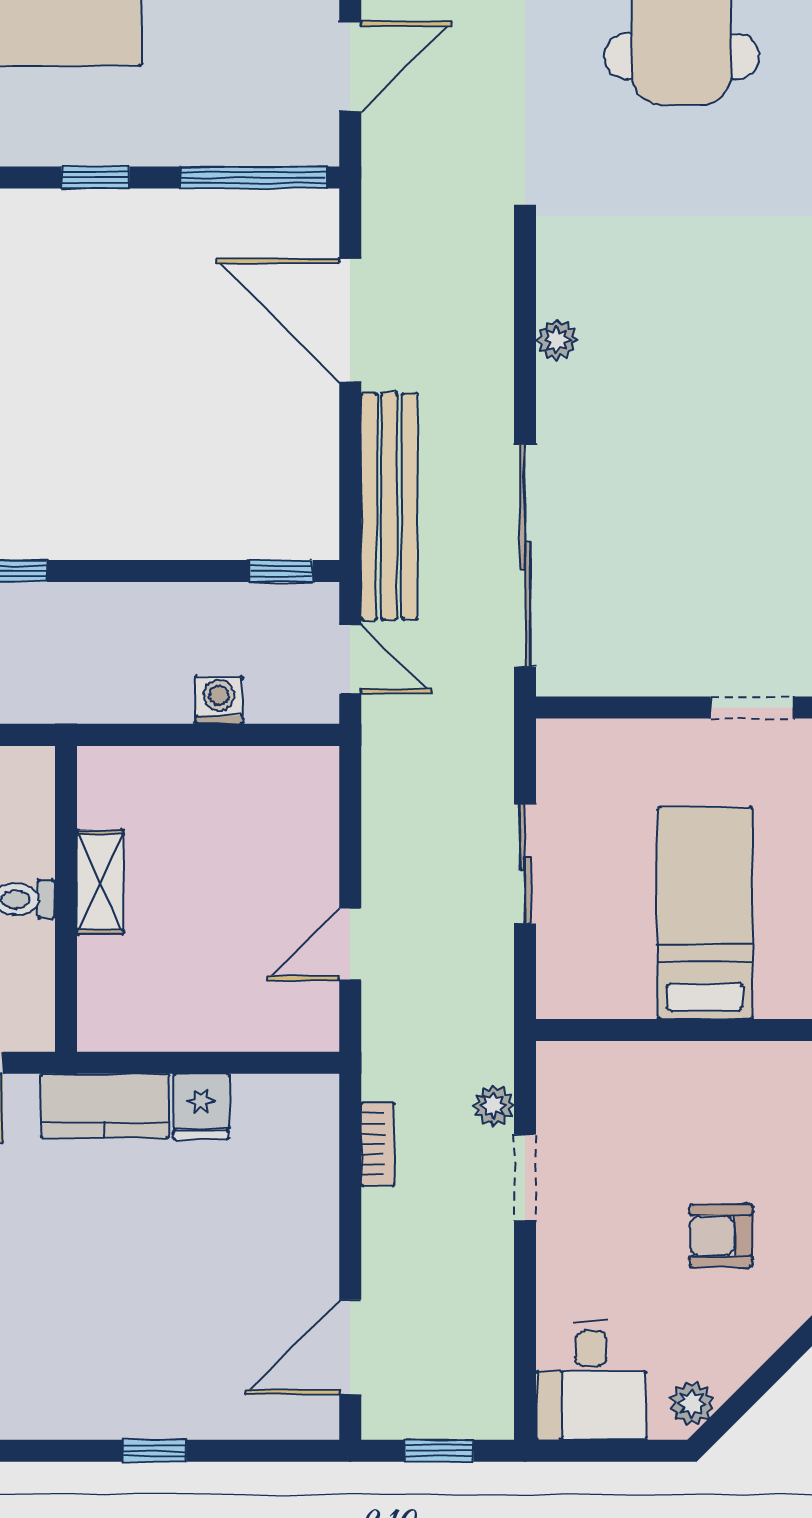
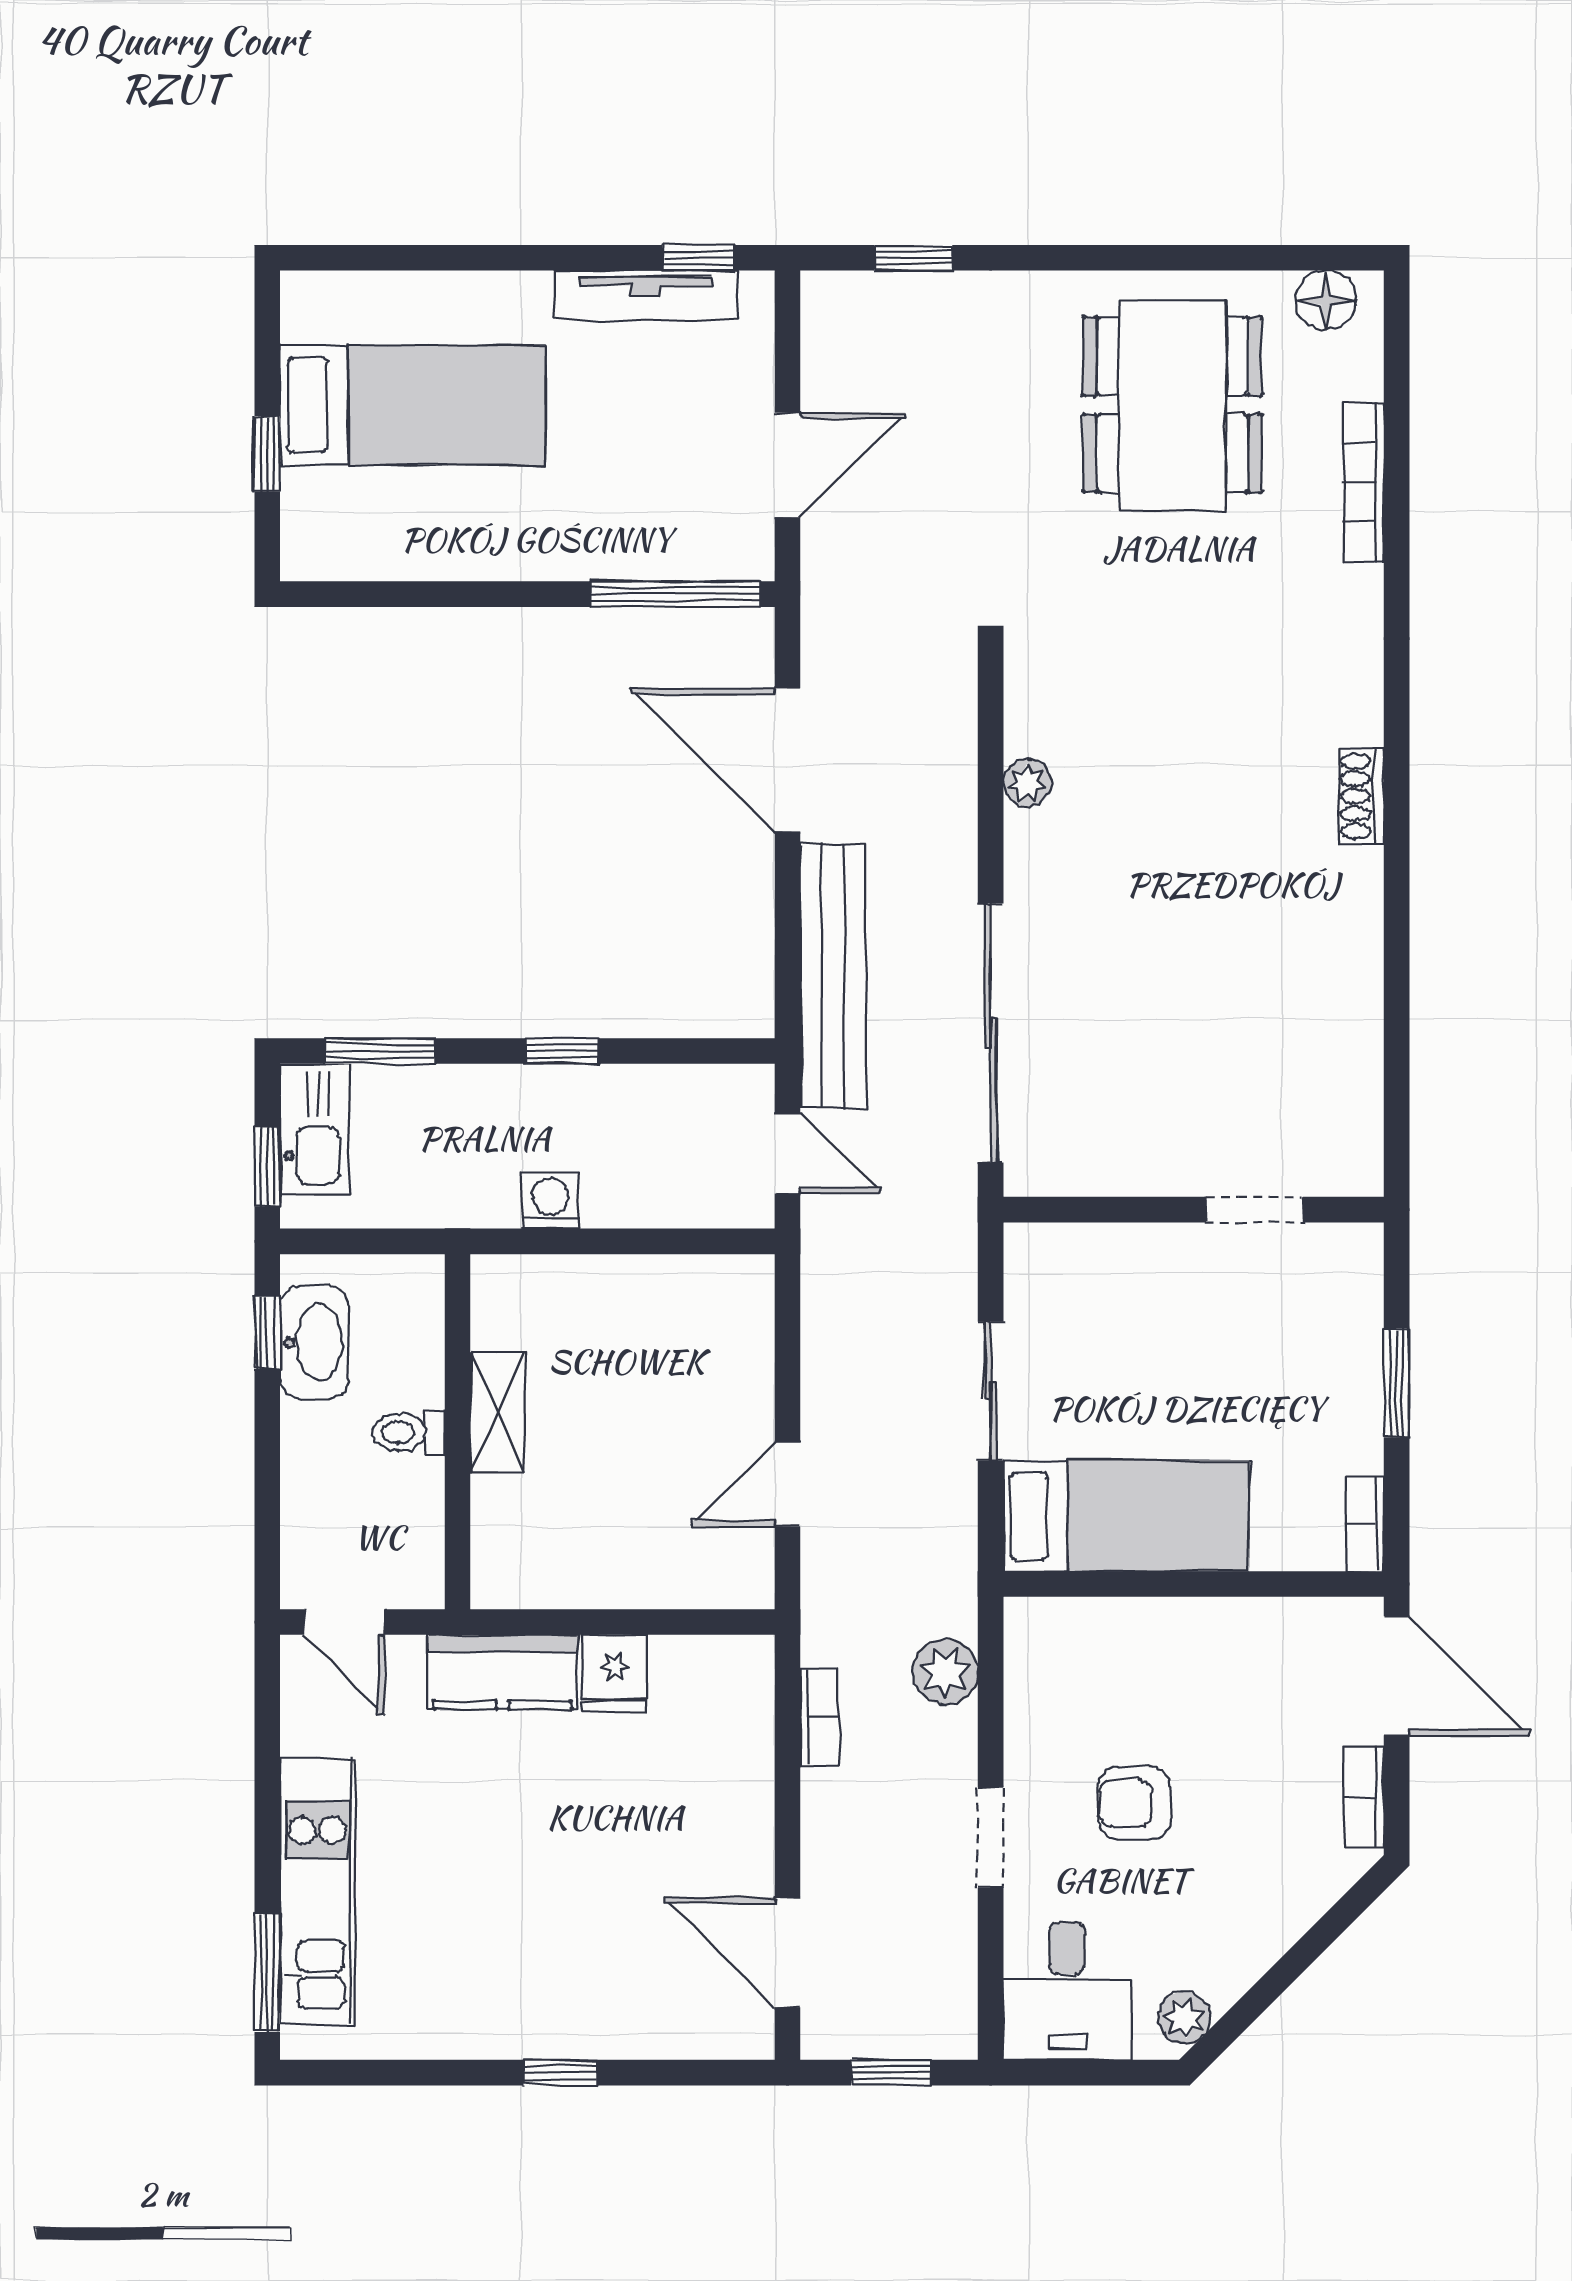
window: (95, 178) -> (492, 594), removed
window: (281, 571) -> (562, 1051), moved
washing machine: (219, 700) -> (550, 1201), moved
bed: (705, 913) -> (1126, 1516), moved, turned 90
plant: (494, 1106) -> (945, 1672), width x1.38, depth x1.38
doorway: (525, 1178) -> (991, 1837), moved
armchair: (721, 1236) -> (1134, 1803), moved
door: (350, 1347) -> (788, 1952), hinge flipped

